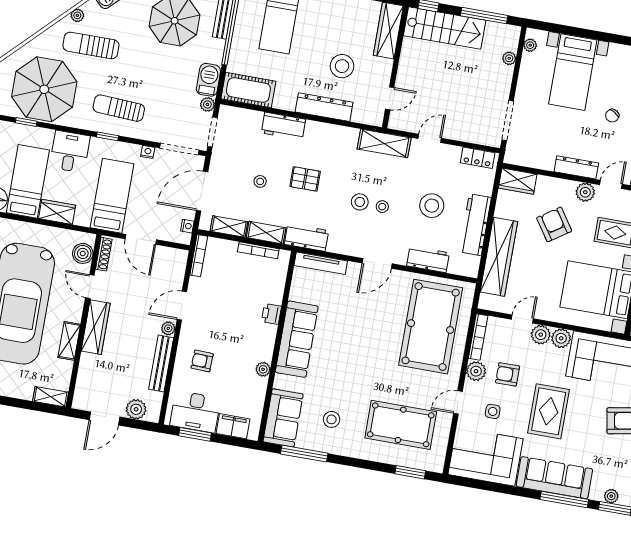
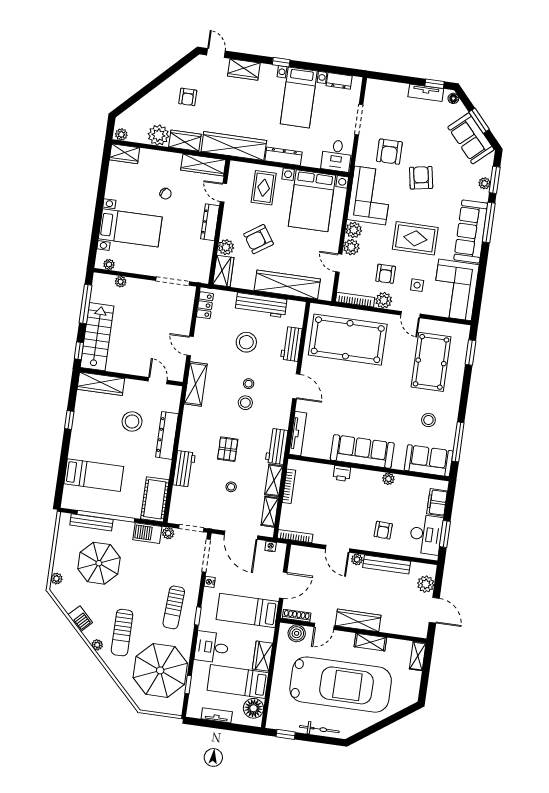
plant: (585, 192) -> (226, 247), moved

